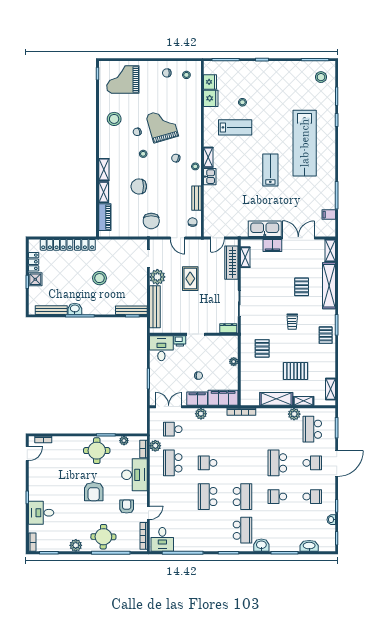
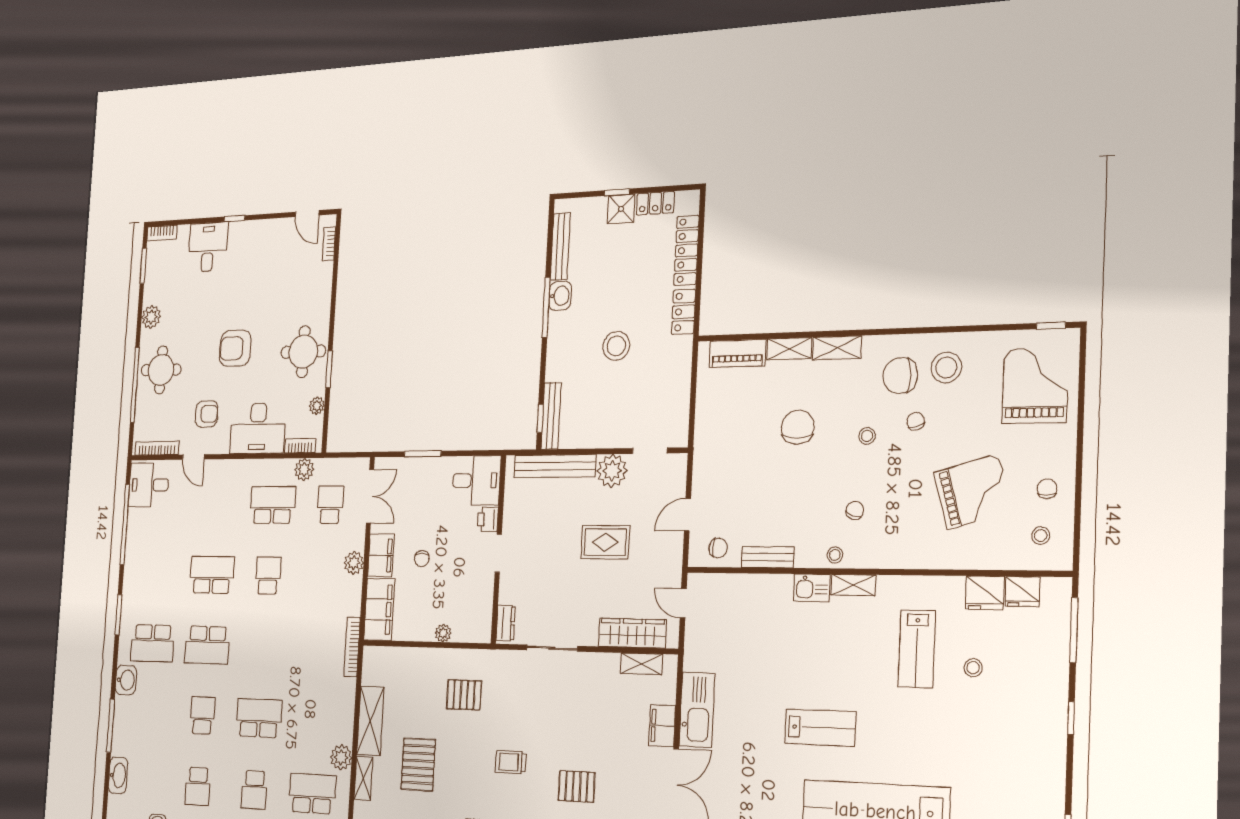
grand piano: (162, 125) -> (973, 492), moved
chair: (151, 221) -> (900, 376), moved

